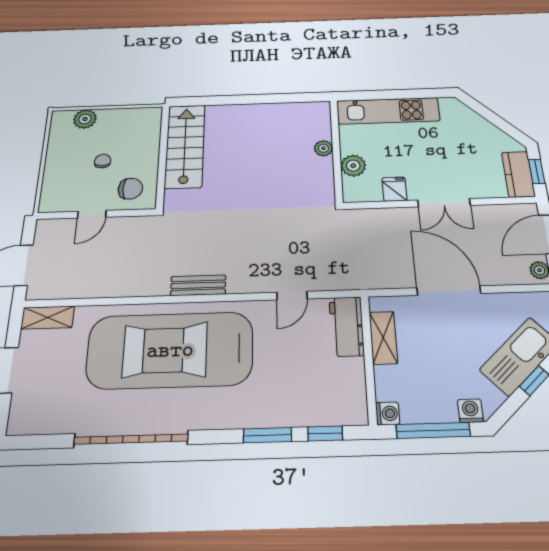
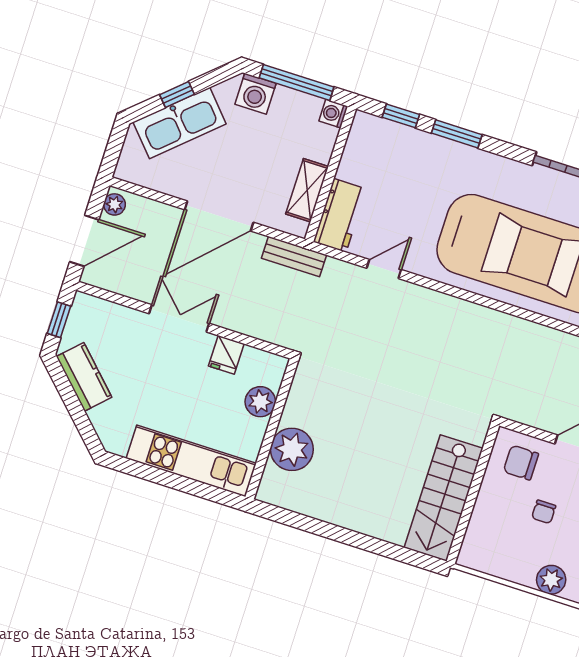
plant: (323, 148) -> (292, 449), width x1.87, depth x1.87
kitchen counter: (518, 174) -> (84, 377), moved, turned -45
bench: (198, 285) -> (294, 257), moved
door: (449, 291) -> (219, 216), hinge flipped
washing machine: (470, 411) -> (256, 94), width x1.38, depth x1.38

